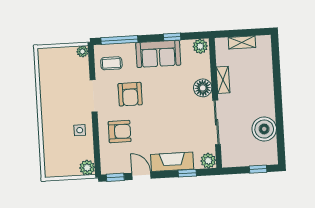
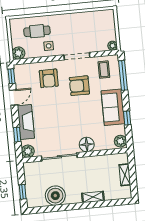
shelving: (223, 80) -> (93, 197), moved
cafe table: (61, 144) -> (37, 31), added

